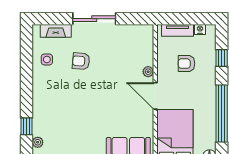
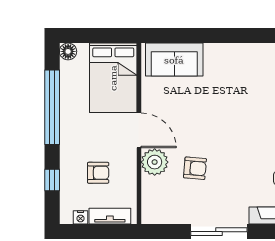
armchair: (81, 61) -> (195, 168), moved
plant: (148, 72) -> (155, 162), width x1.88, depth x1.88

